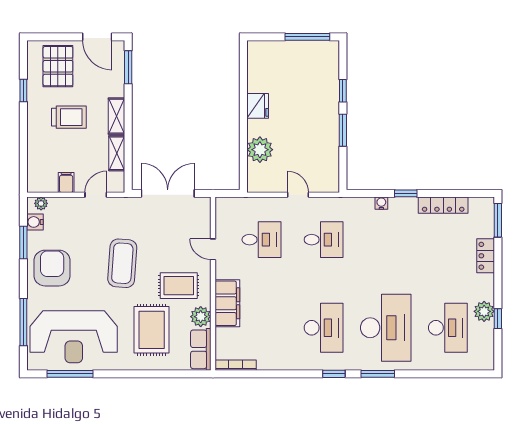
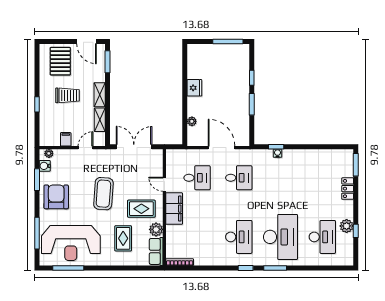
window: (23, 90) -> (37, 104), moved
plant: (260, 150) -> (192, 121), width x0.53, depth x0.53
window: (406, 193) -> (276, 147), moved
door: (298, 195) -> (222, 148), width x1.87
locker: (443, 205) -> (319, 155), removed
filing cabinet: (227, 303) -> (174, 209), moved
rug: (152, 330) -> (123, 238), width x0.73, depth x0.70

